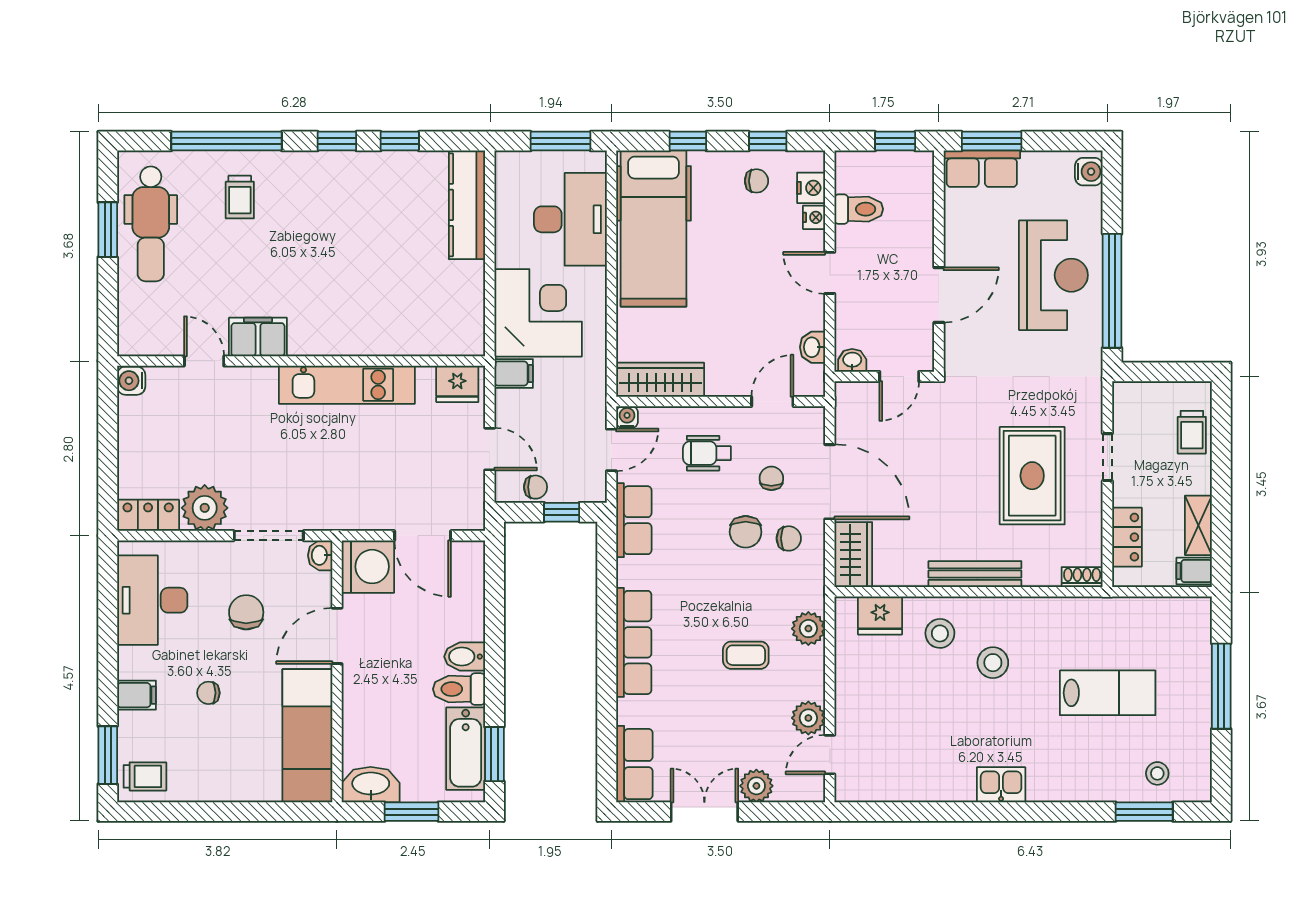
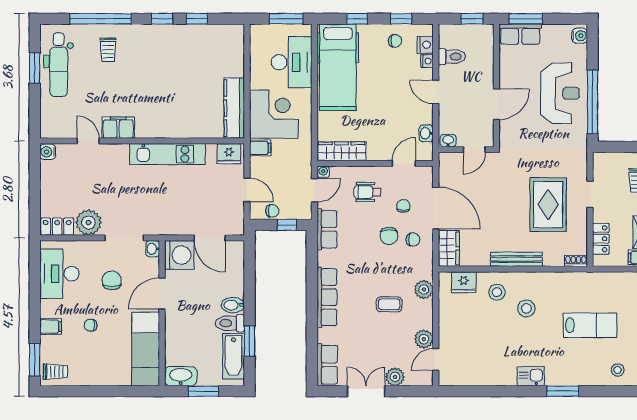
kitchen counter: (467, 205) -> (234, 108), moved
window: (494, 754) -> (250, 341), moved
window: (1144, 812) -> (563, 391), moved

